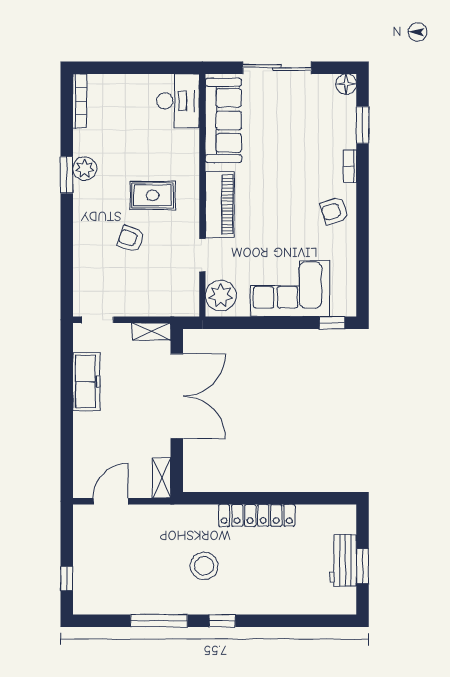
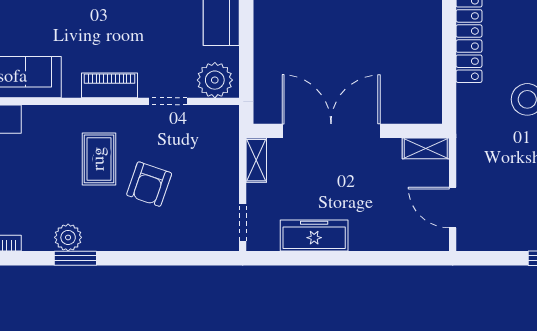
piano: (220, 205) -> (110, 85), width x0.73, depth x0.75
armchair: (131, 239) -> (149, 184), width x1.38, depth x1.38

